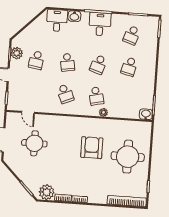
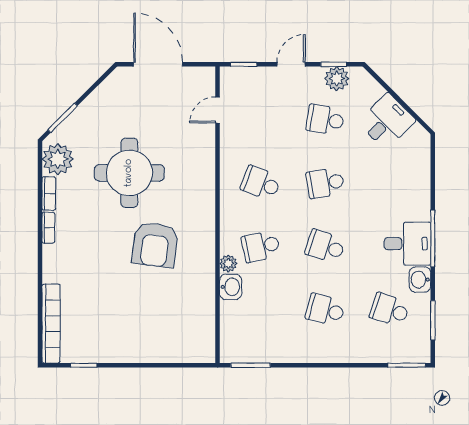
washbasin: (74, 16) -> (420, 280), moved
desk: (57, 20) -> (387, 121), moved, turned -45
school desk: (65, 94) -> (261, 183), turned 45
washbasin: (146, 114) -> (231, 287), moved
round table: (34, 143) -> (129, 173), moved, width x1.36, depth x1.36
armchair: (92, 148) -> (155, 245), turned 97
round table: (128, 157) -> (142, 319), removed

